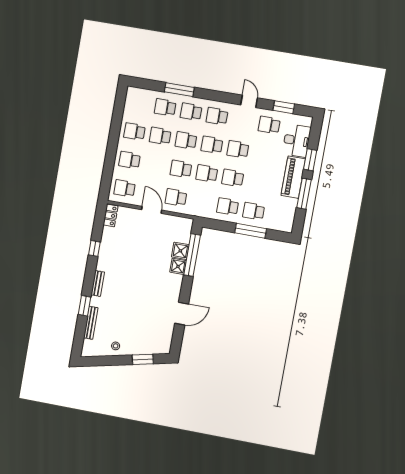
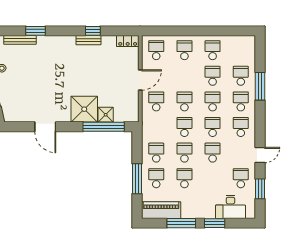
piano: (293, 177) -> (161, 210), moved
school desk: (259, 183) -> (184, 178), added
shower: (178, 266) -> (84, 109), width x1.86, depth x1.86
bench: (98, 283) -> (88, 40), moved

